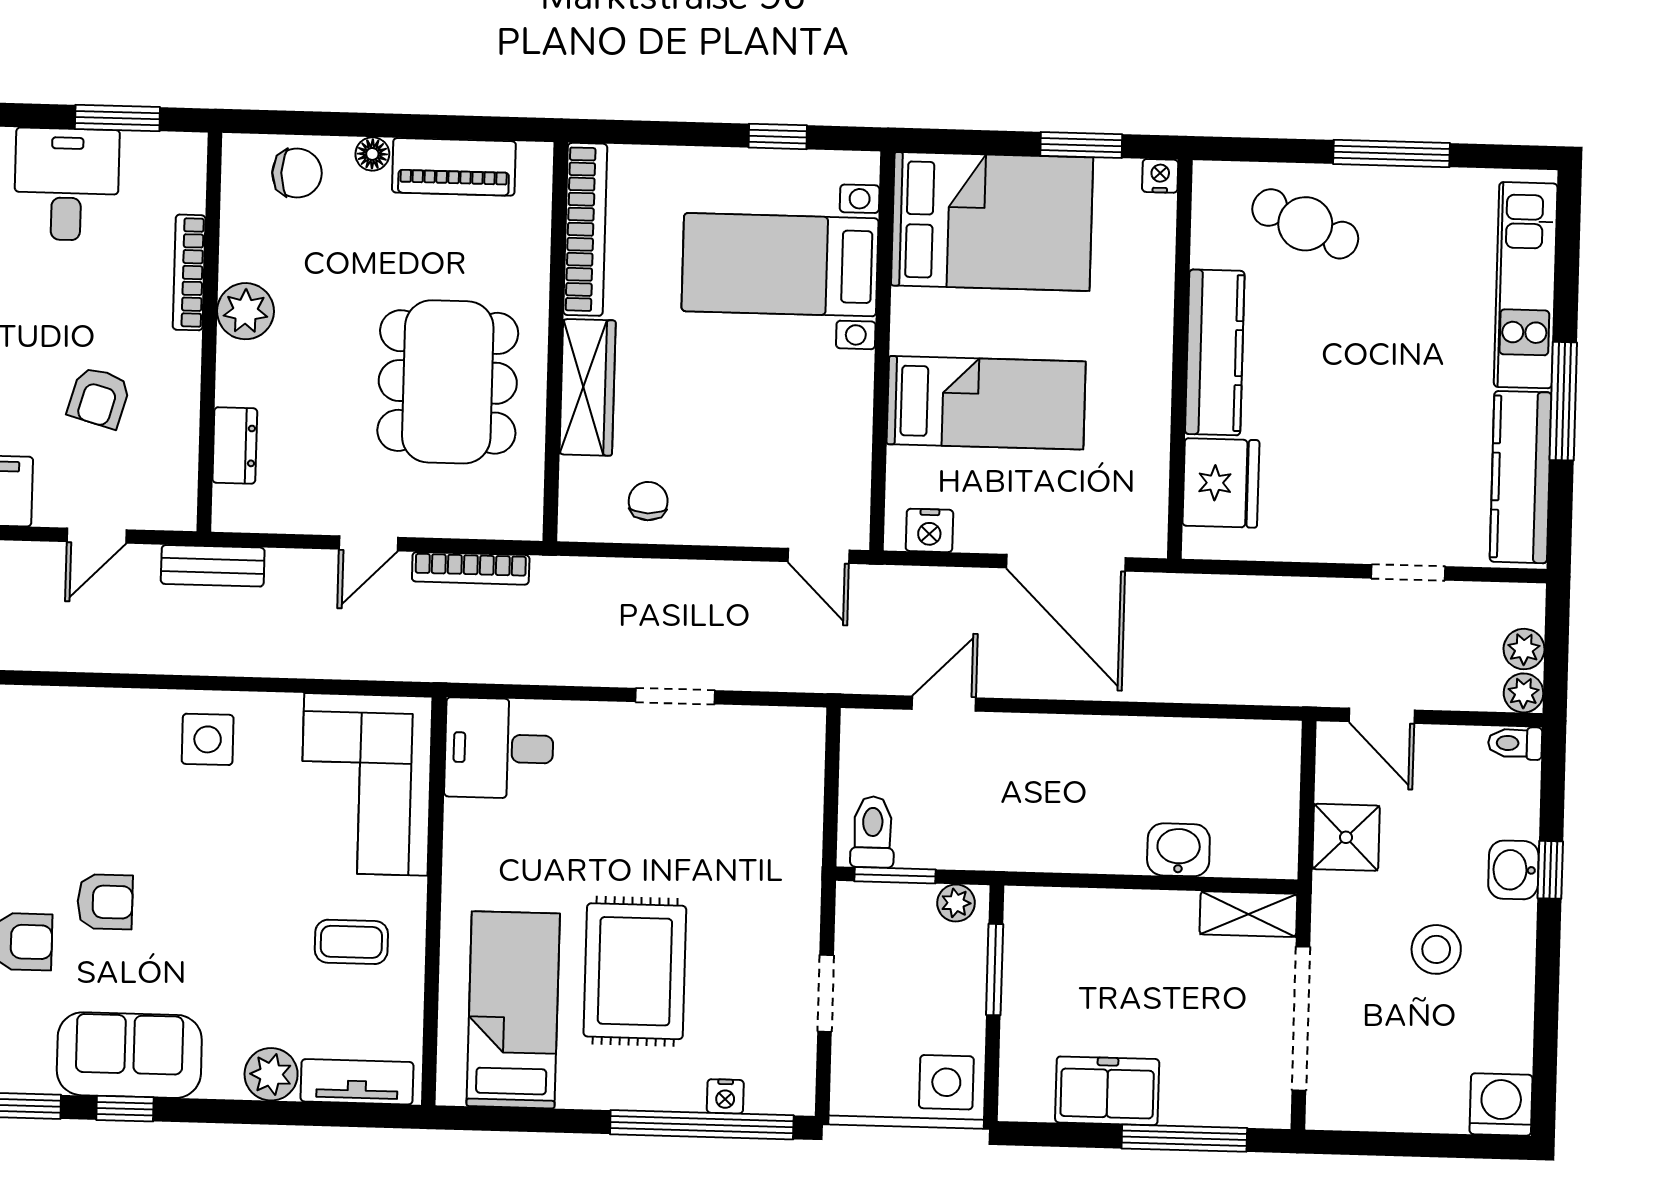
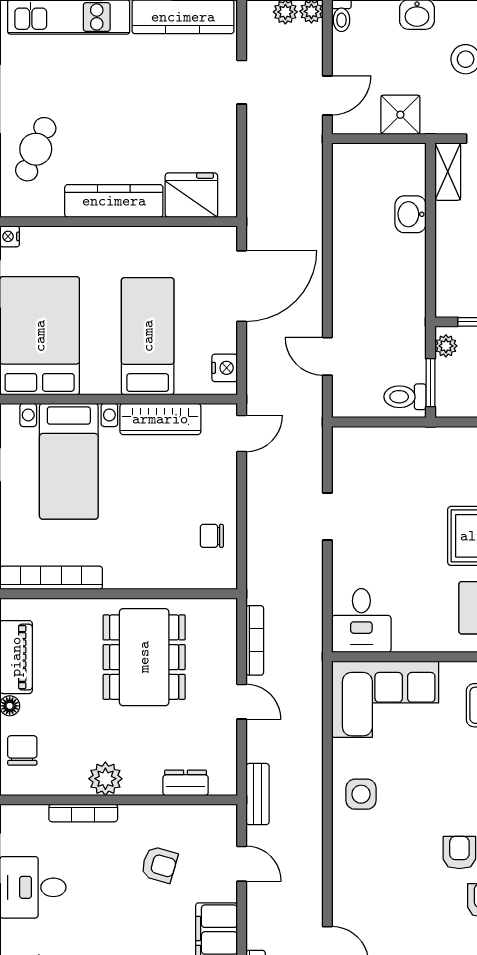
dining table: (448, 382) -> (144, 657), turned 90
wardrobe: (587, 387) -> (160, 419), moved, turned 180

